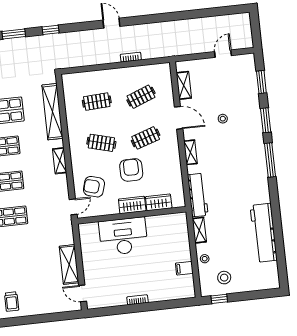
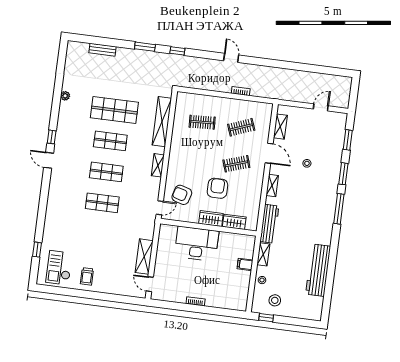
clothes rail: (101, 143) -> (197, 159), removed
filing cabinet: (184, 268) -> (245, 264), moved

